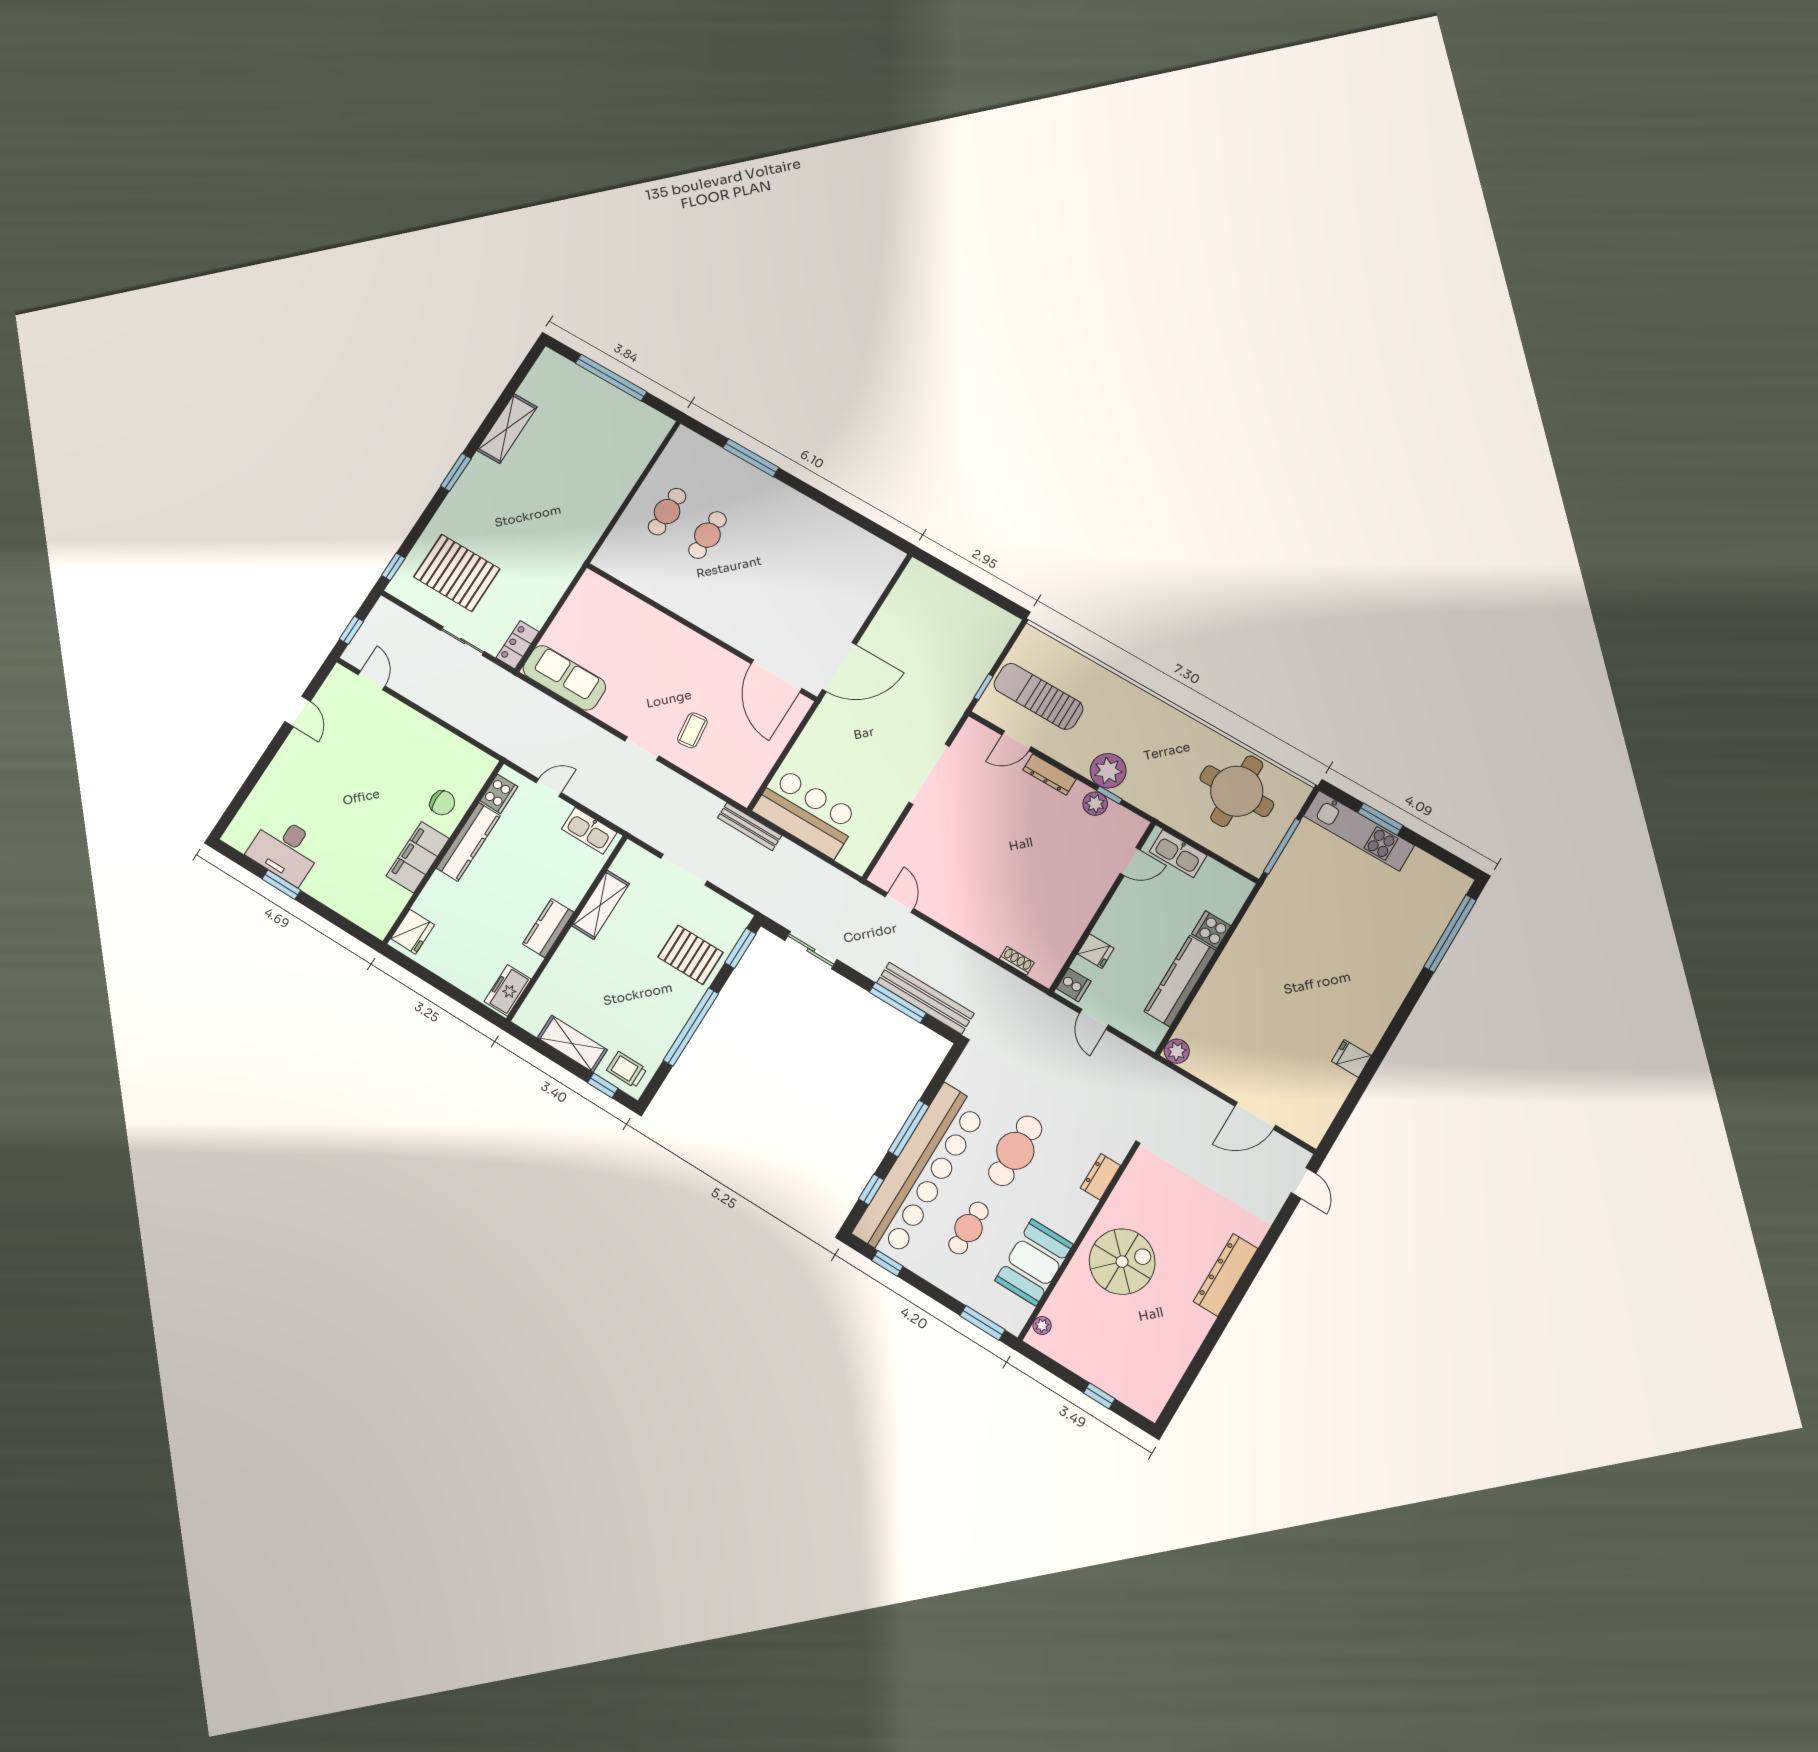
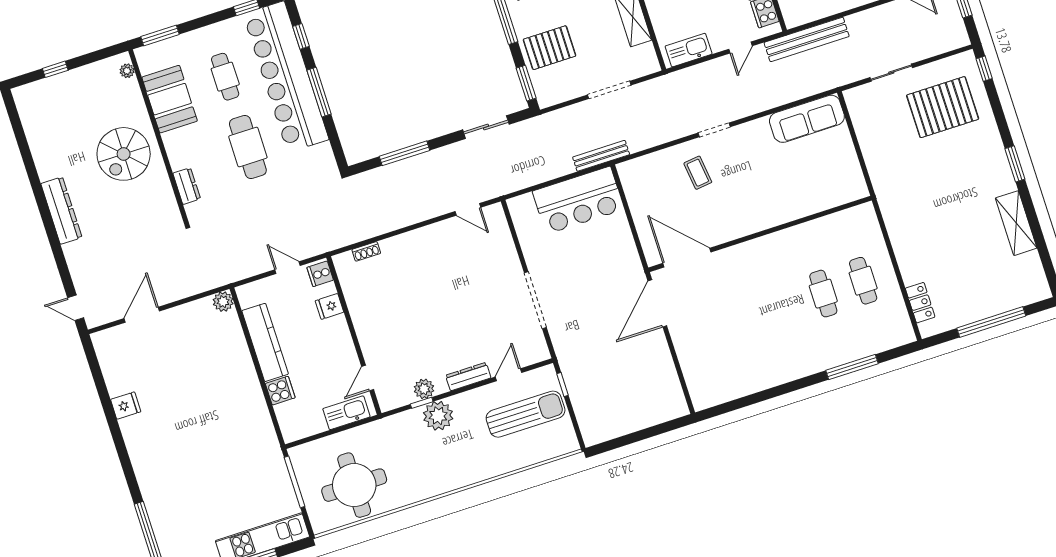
locker: (518, 645) -> (920, 303), moved
bench: (925, 998) -> (807, 39), moved

